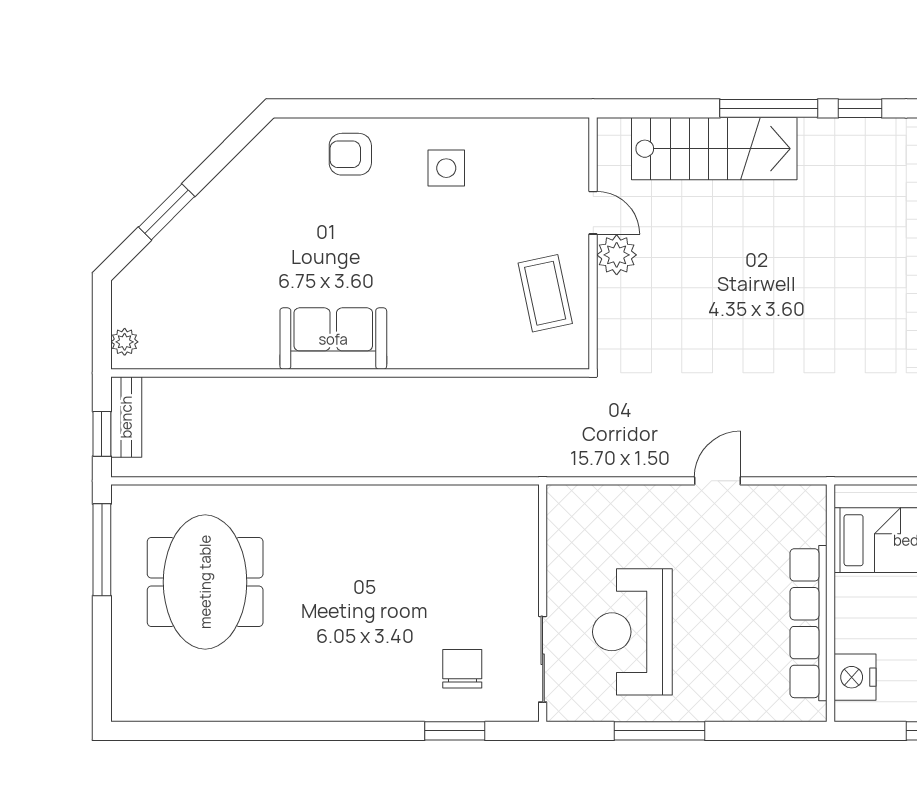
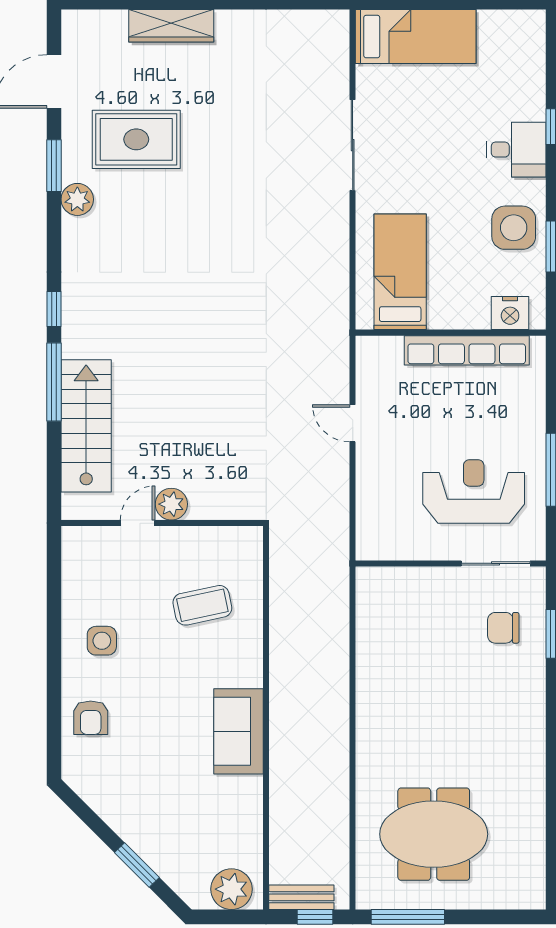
coffee table: (545, 293) -> (202, 605), moved
plant: (125, 342) -> (231, 889), width x1.88, depth x1.88
reception desk: (632, 632) -> (474, 491), turned 180

